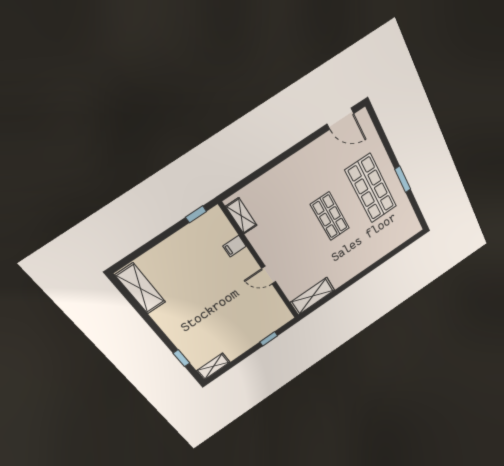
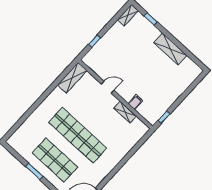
shelving: (241, 216) -> (125, 112), moved
shop shelf: (330, 216) -> (78, 135), width x2.00, depth x1.36
shelving: (141, 289) -> (170, 49), moved

